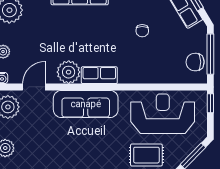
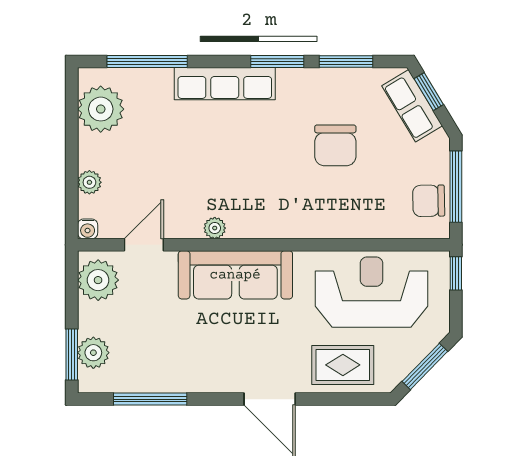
chair: (142, 31) -> (335, 145), width x1.87, depth x1.87
plant: (69, 72) -> (215, 228), width x0.53, depth x0.53
row of seats: (99, 75) -> (259, 224), removed

